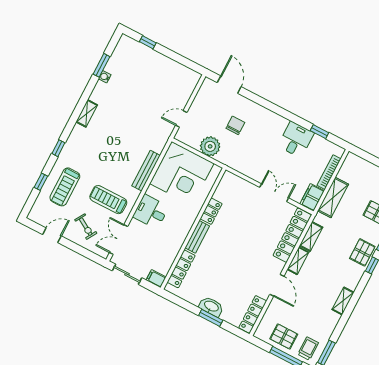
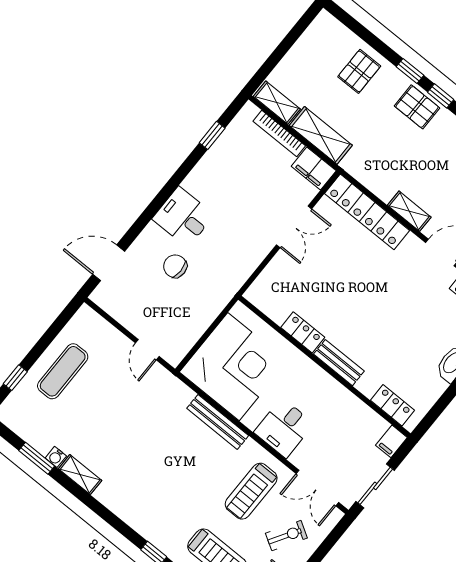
exercise mat: (158, 70) -> (63, 371), added
shelving: (87, 113) -> (80, 475), moved
desk: (296, 140) -> (183, 217), moved
plant: (210, 146) -> (200, 313), removed
double door: (274, 193) -> (294, 227), swing flipped
shelving: (311, 236) -> (277, 103), moved
locker: (181, 269) -> (392, 405), width x0.66

